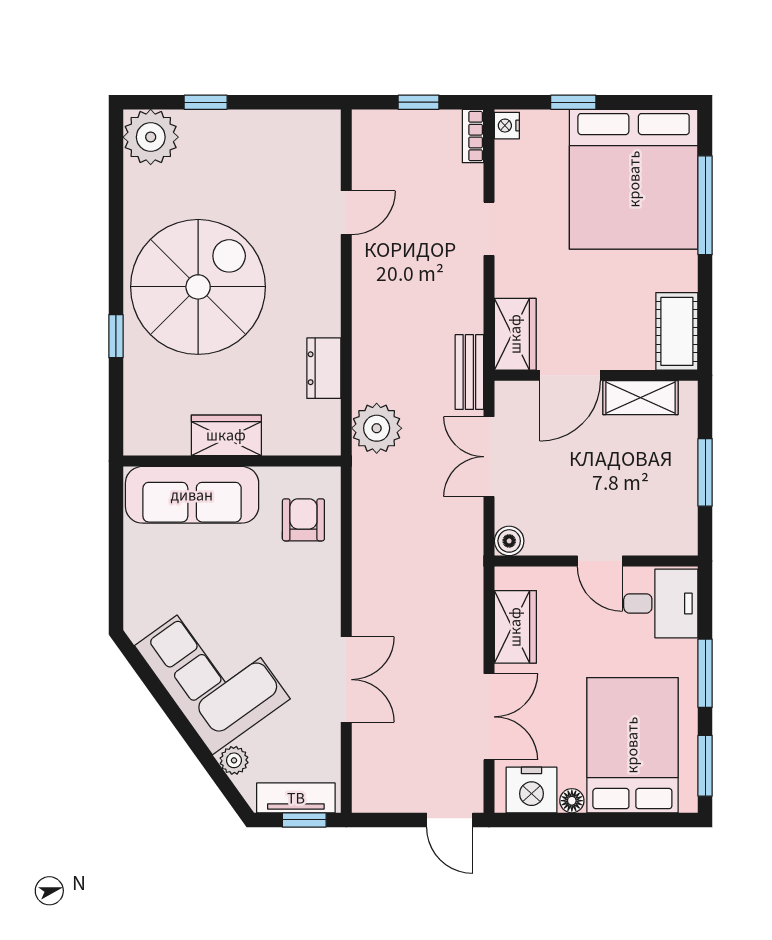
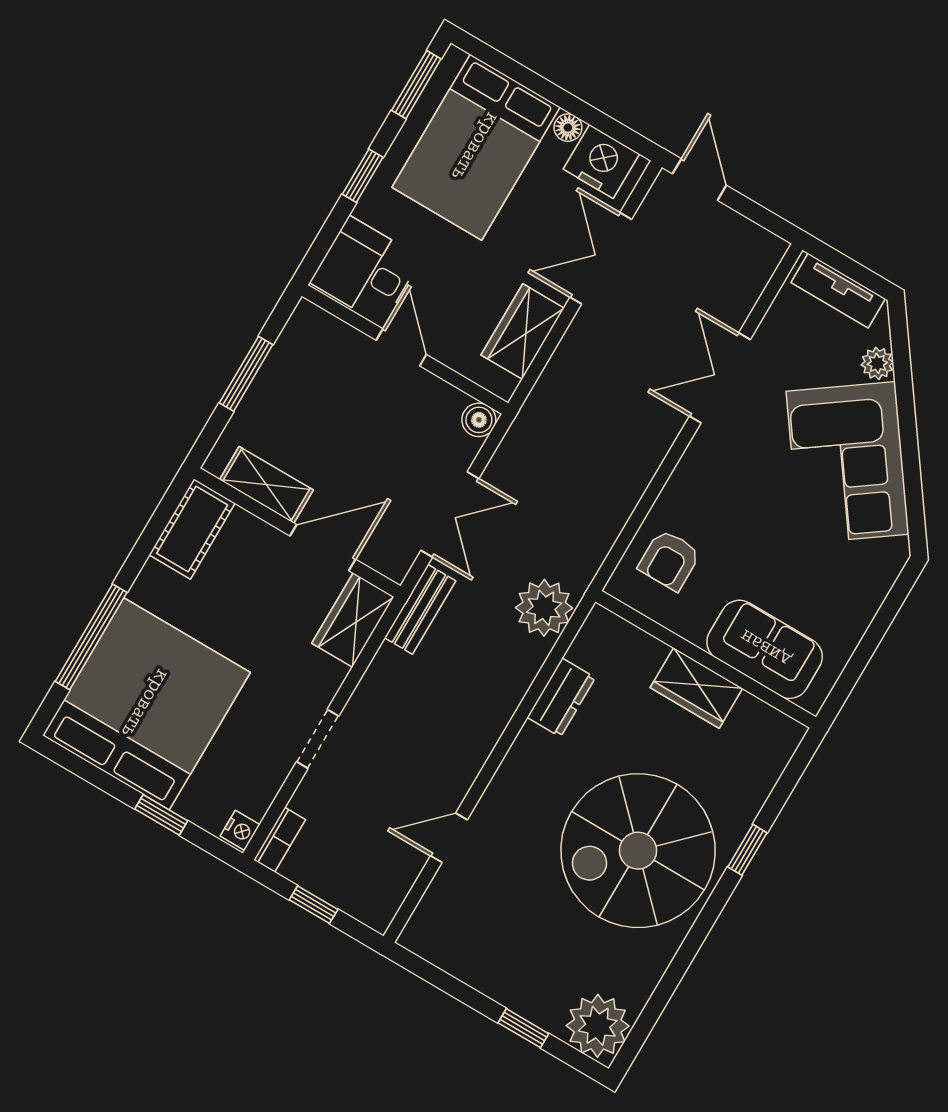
sofa: (192, 495) -> (765, 649), width x0.73
window: (705, 673) -> (363, 176), width x0.67
window: (304, 820) -> (843, 264), removed

